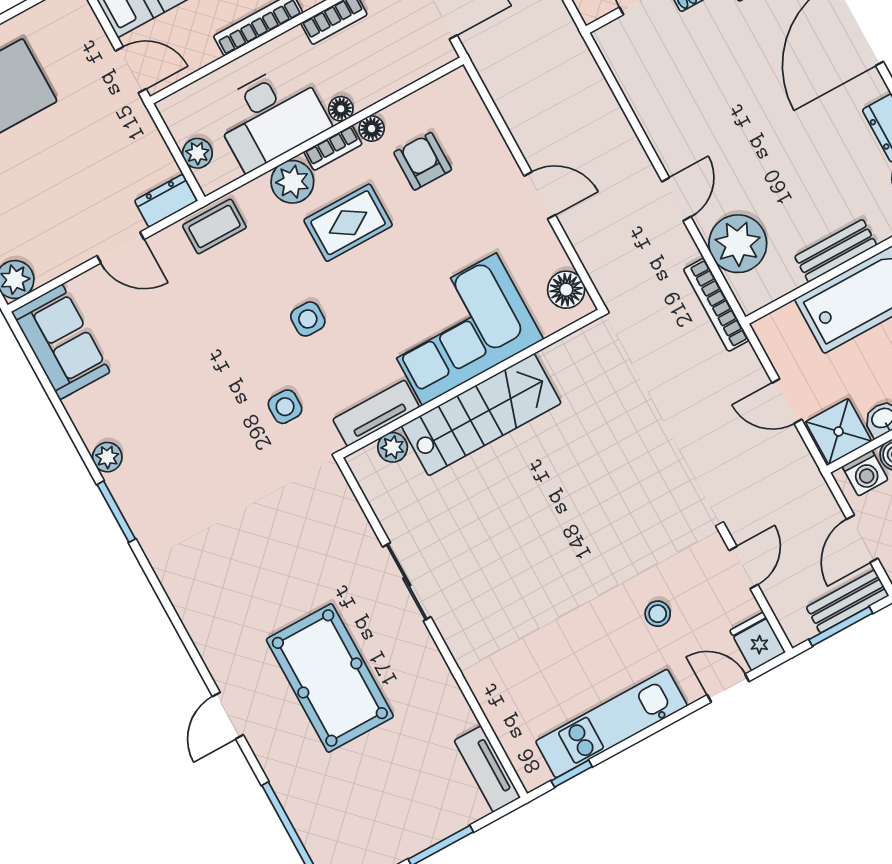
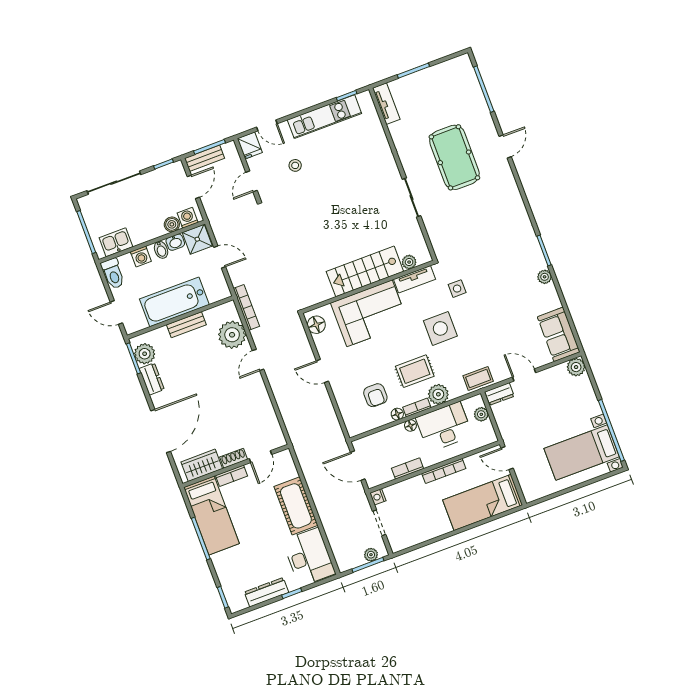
side table: (308, 319) -> (440, 328), width x1.87, depth x1.87

